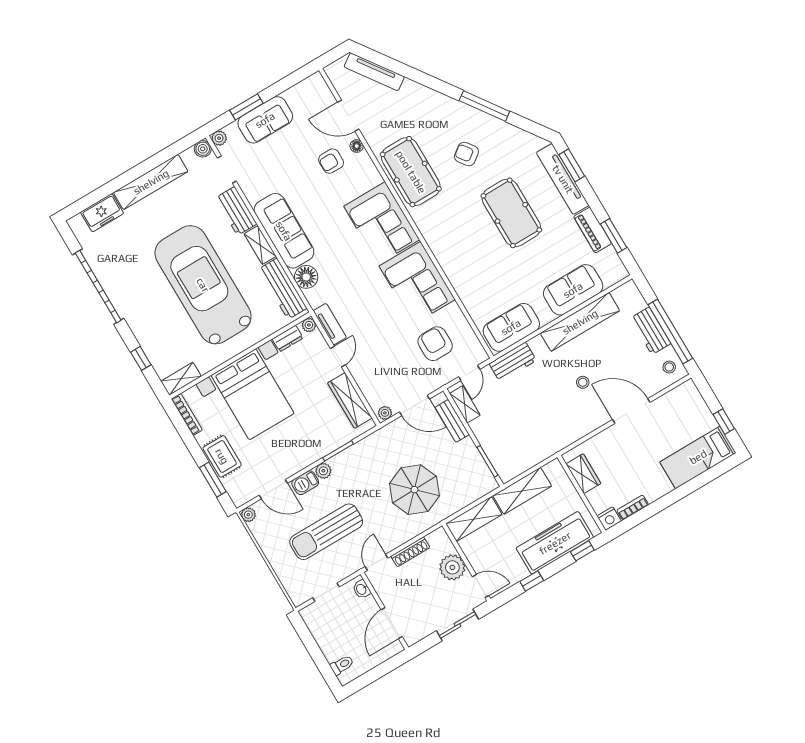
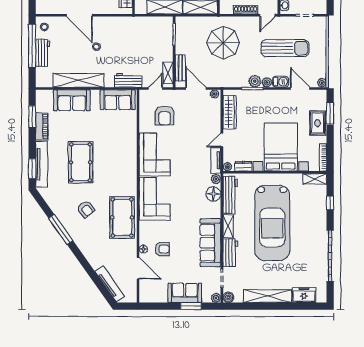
sofa: (284, 231) -> (210, 243), moved
plant: (315, 299) -> (216, 179), added
plant: (341, 463) -> (255, 81), added

